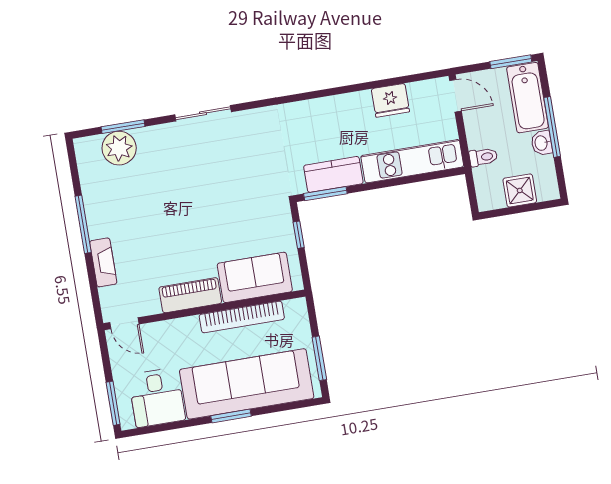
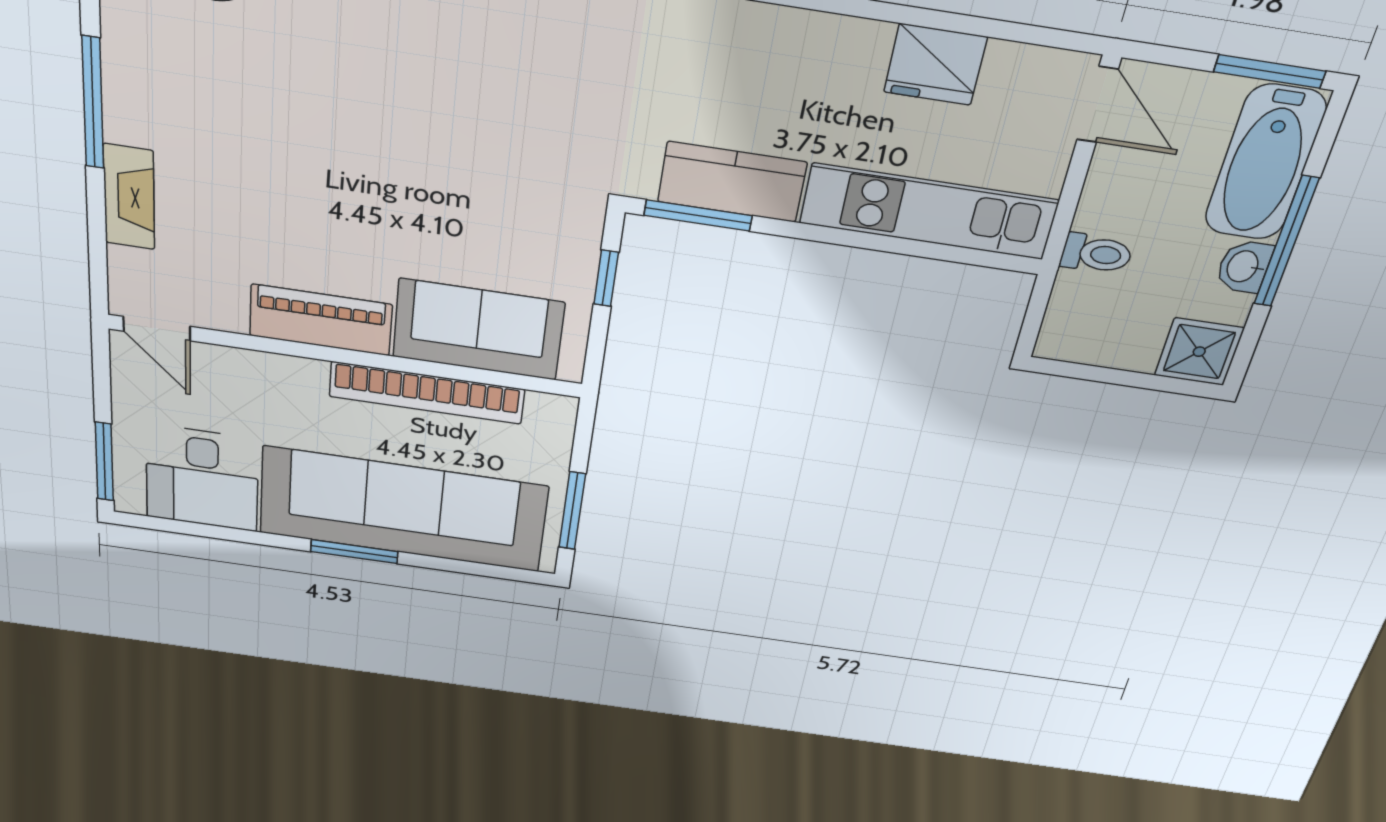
shower: (520, 190) -> (1199, 352), moved

